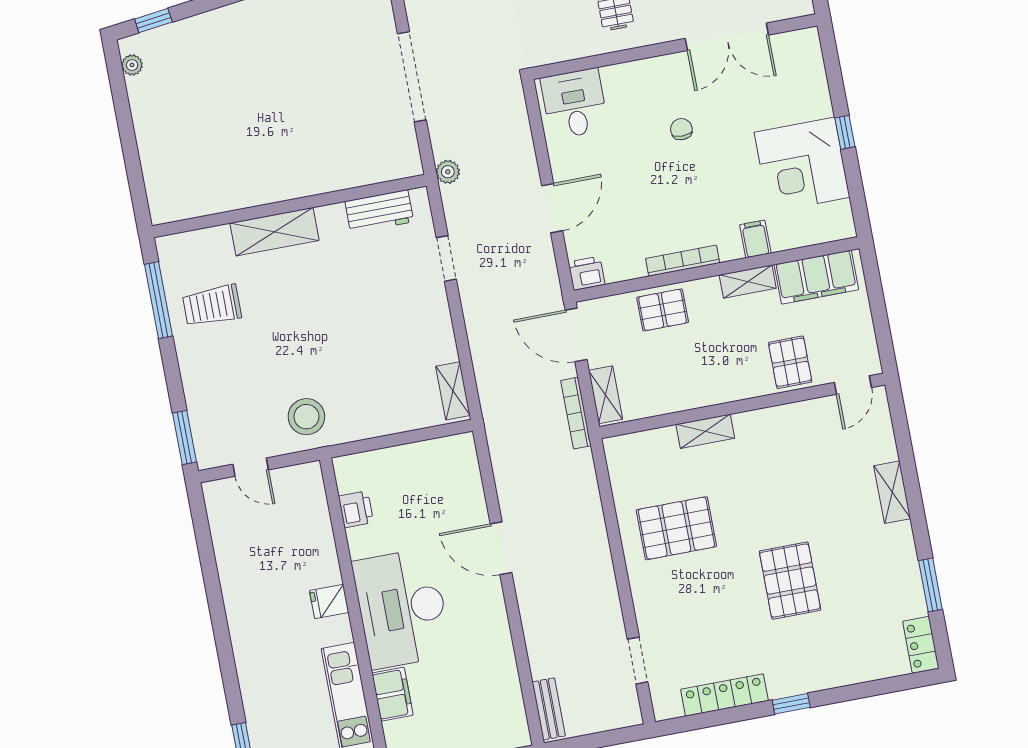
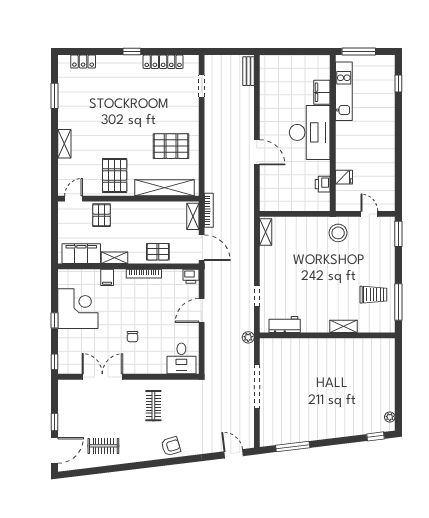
window: (829, 49) -> (55, 362), added
shelving: (274, 232) -> (344, 326), width x0.67, depth x0.75
shelving: (705, 431) -> (165, 188), width x2.20, depth x1.33
pallet: (790, 581) -> (115, 176), moved
fridge: (329, 601) -> (344, 177), moved
locker: (921, 645) -> (83, 62), moved, turned 90

